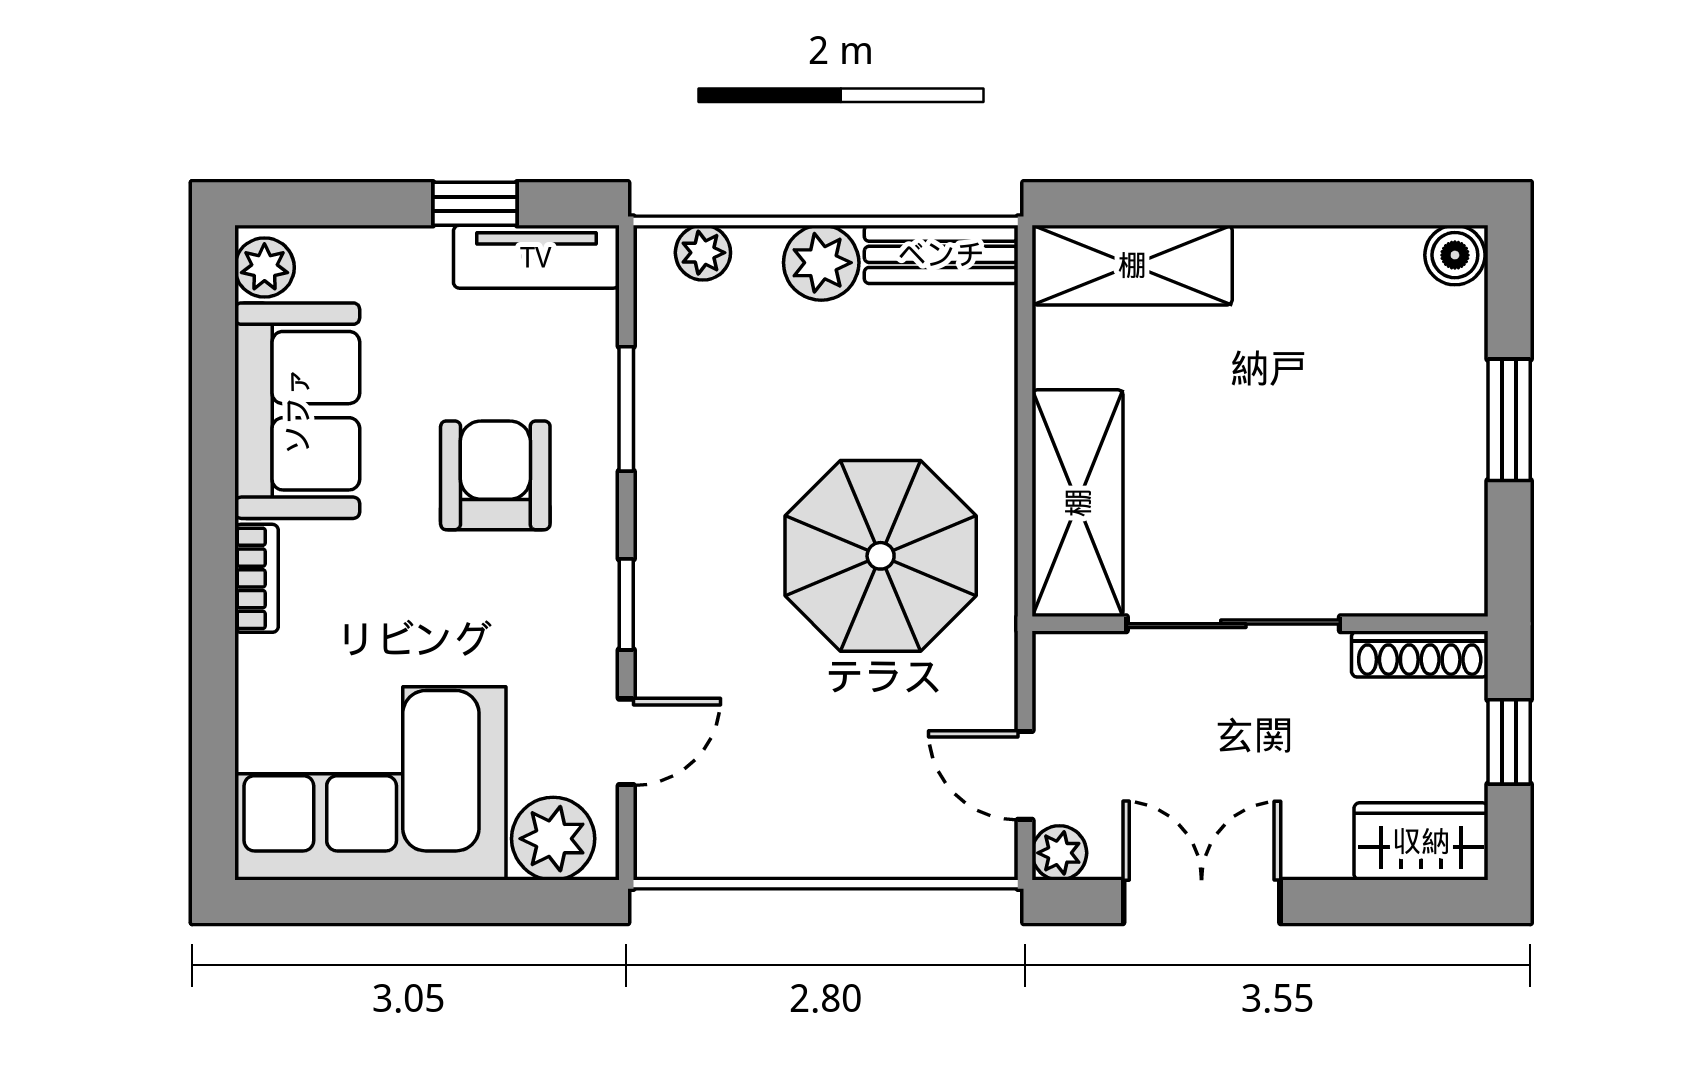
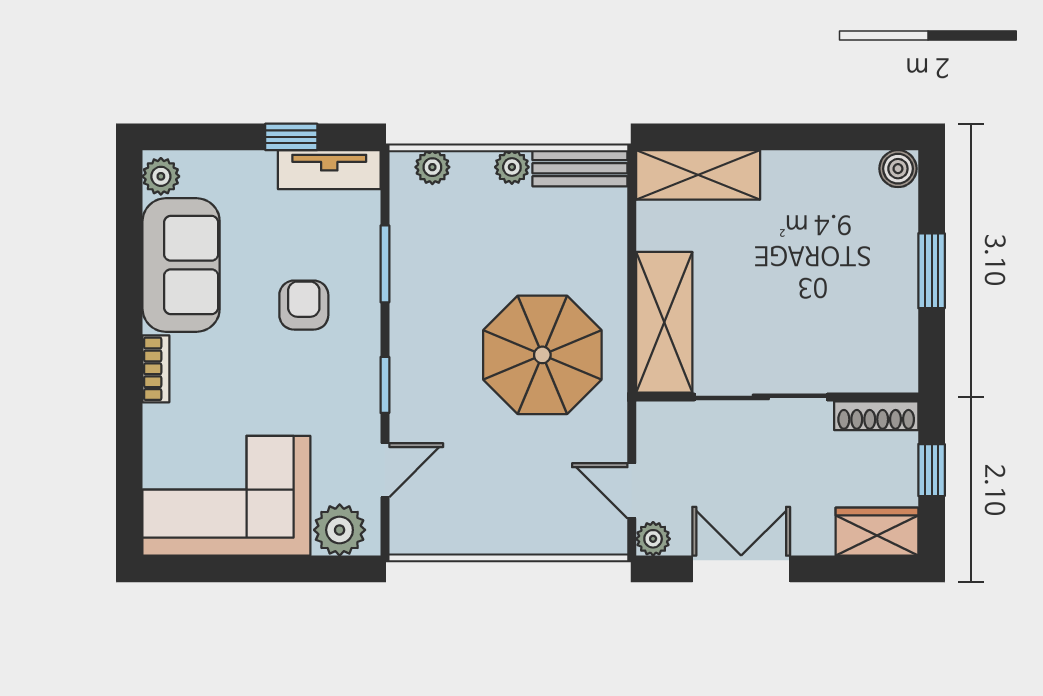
plant: (821, 263) -> (512, 167), width x0.73, depth x0.73
armchair: (495, 475) -> (304, 305), width x0.72, depth x0.72

